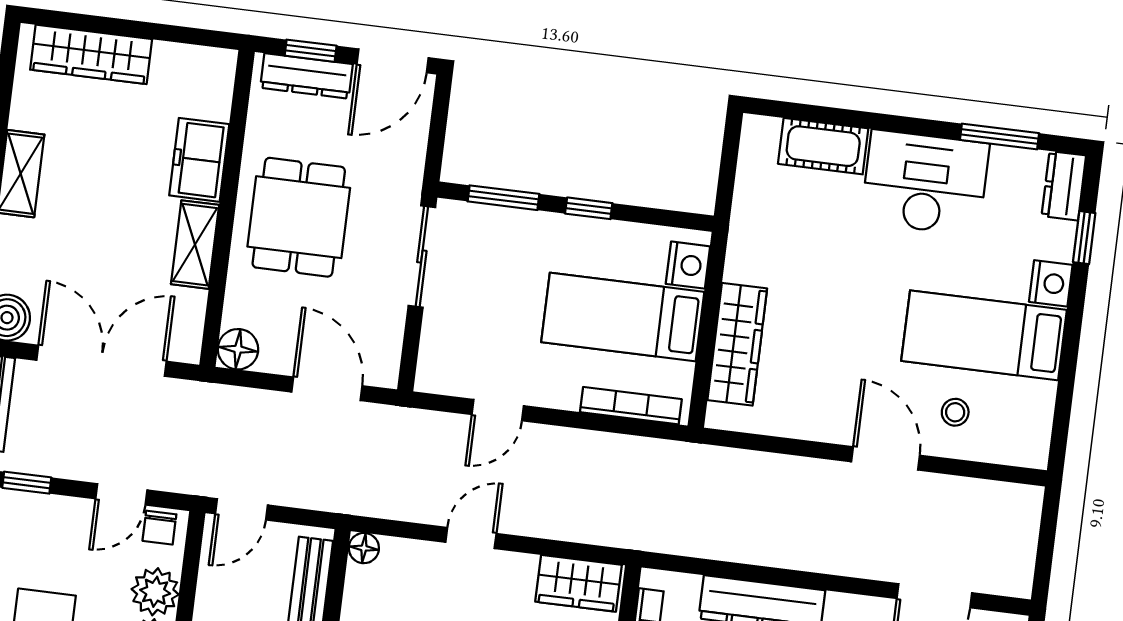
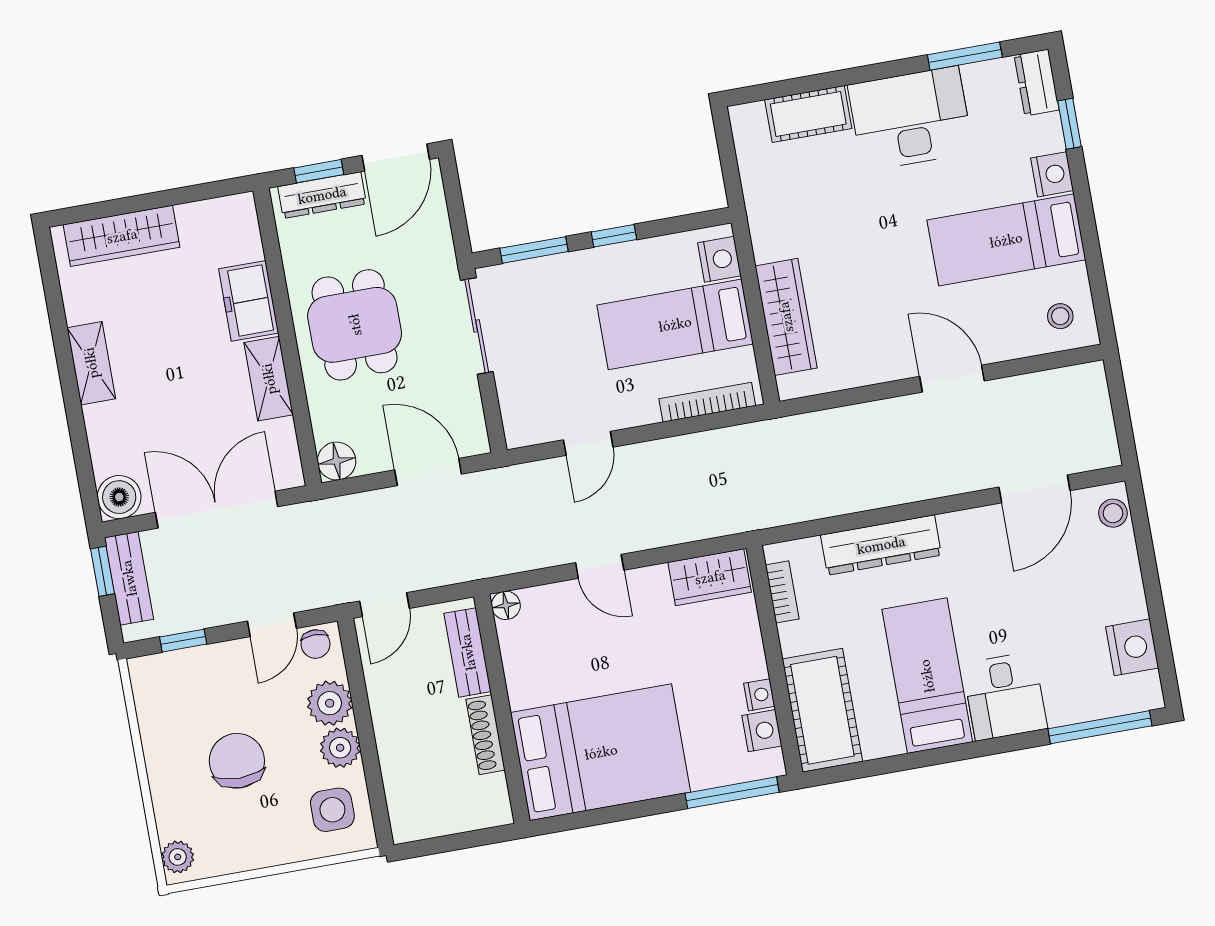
stool: (955, 412) -> (1060, 316), moved
door: (471, 538) -> (600, 566), swing flipped

